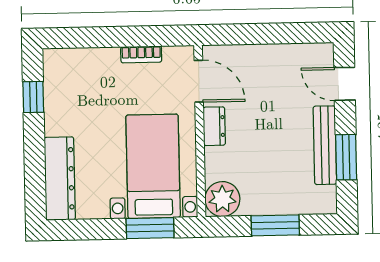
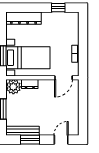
dresser: (214, 126) -> (30, 84), moved
bench: (325, 145) -> (23, 131), moved

